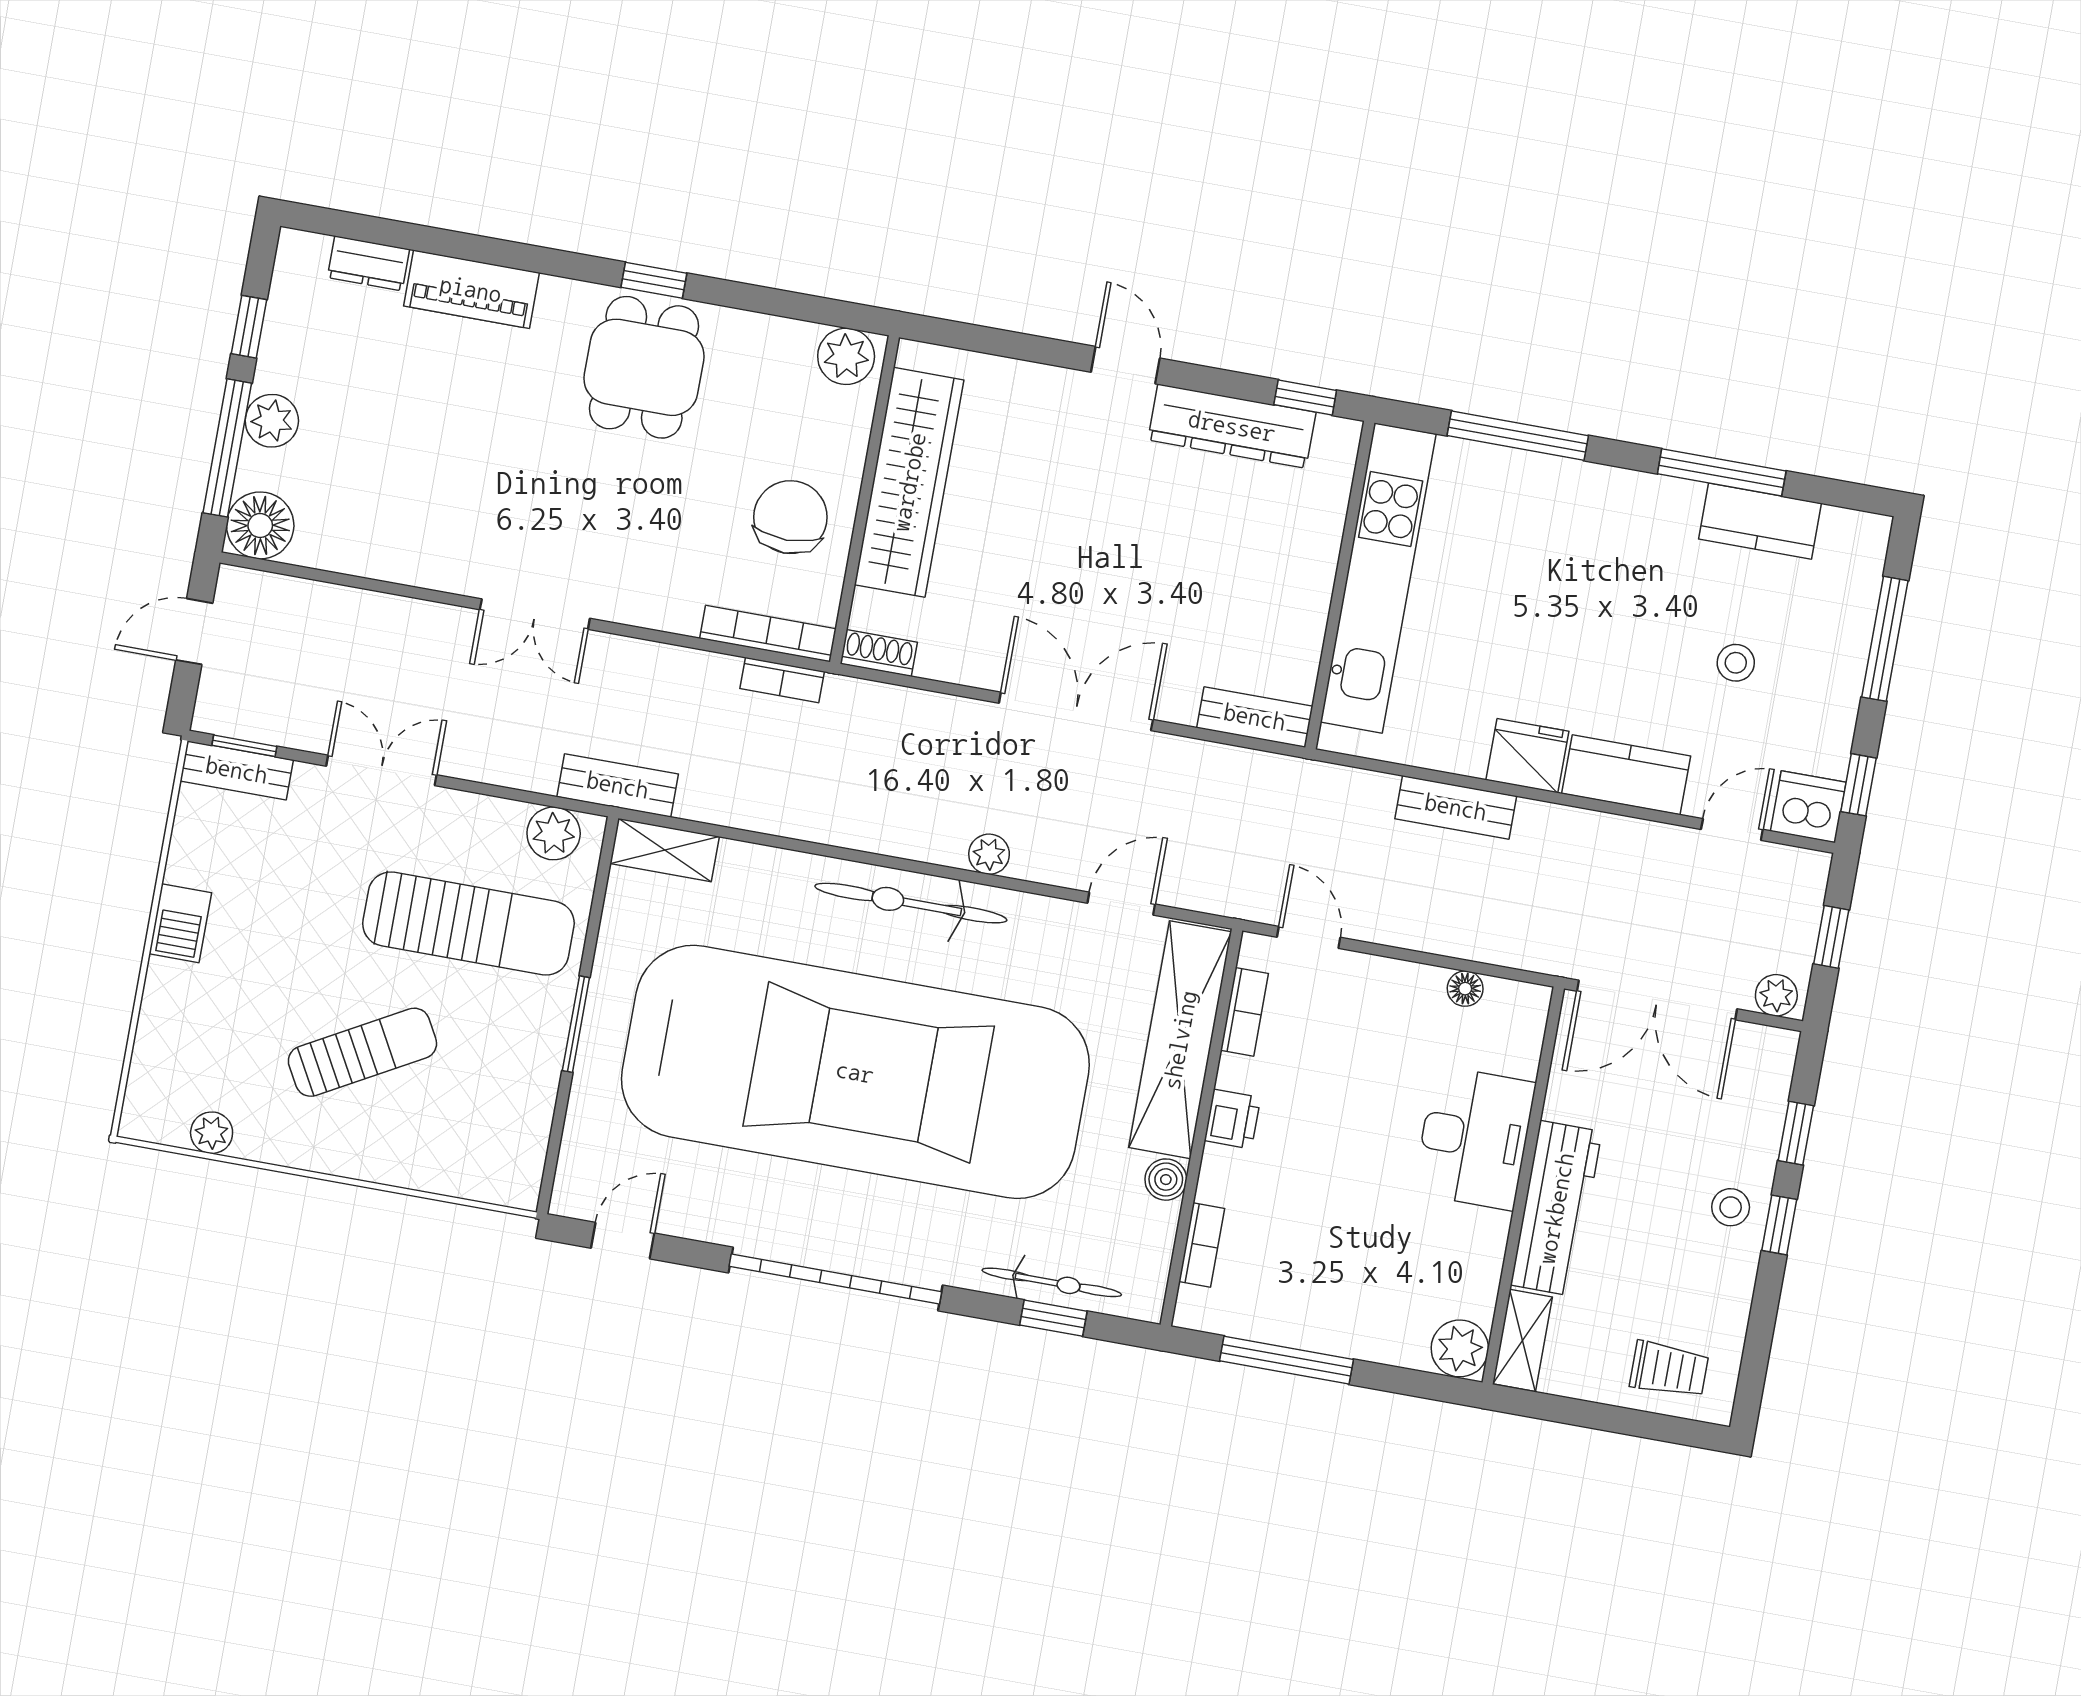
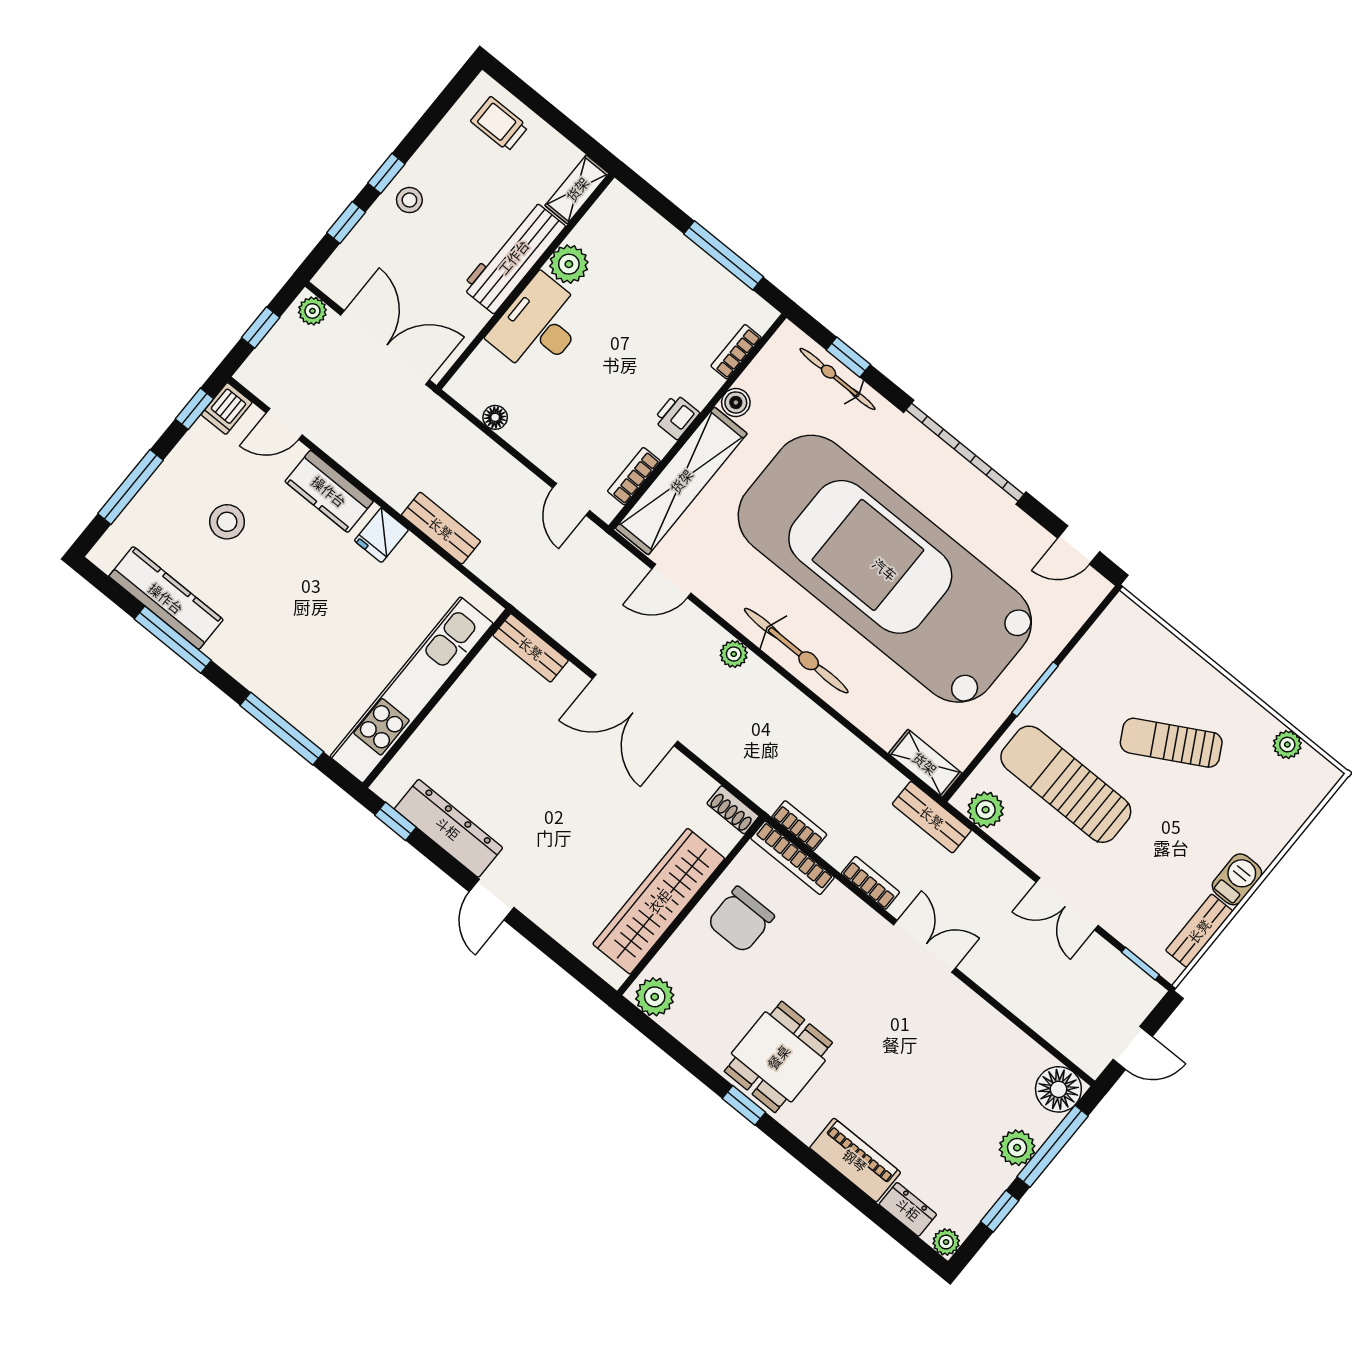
plant: (296, 249) -> (946, 1242), added
kitchen counter: (1760, 521) -> (166, 598), width x1.50
bookcase: (650, 657) -> (870, 883), added
stool: (1736, 663) -> (227, 522), width x1.37, depth x1.37
fridge: (1527, 756) -> (381, 535), width x0.72
bench: (237, 770) -> (1199, 931), moved, turned 90
dishwasher: (1808, 807) -> (227, 408), width x0.73
plant: (1460, 1348) -> (569, 264), moved

